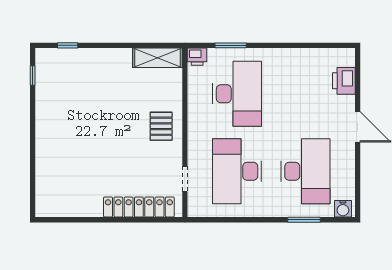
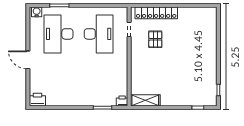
printer: (344, 81) -> (37, 100), moved, turned -90
desk: (237, 94) -> (99, 79), removed
pallet: (161, 126) -> (155, 39), moved

